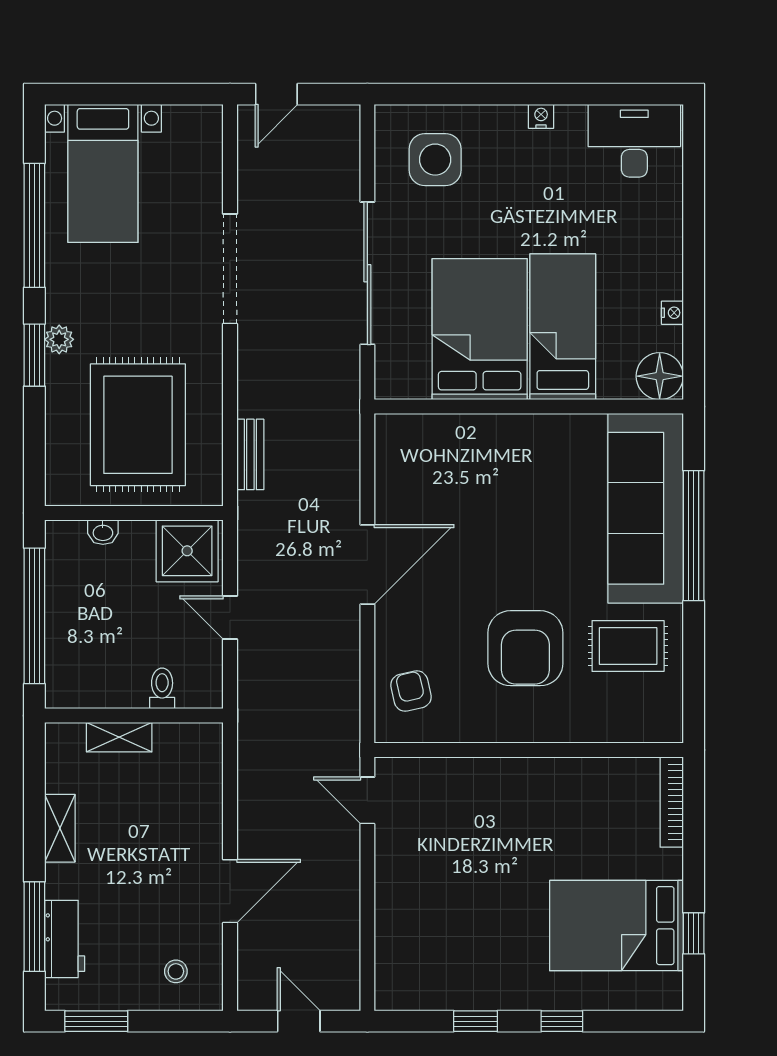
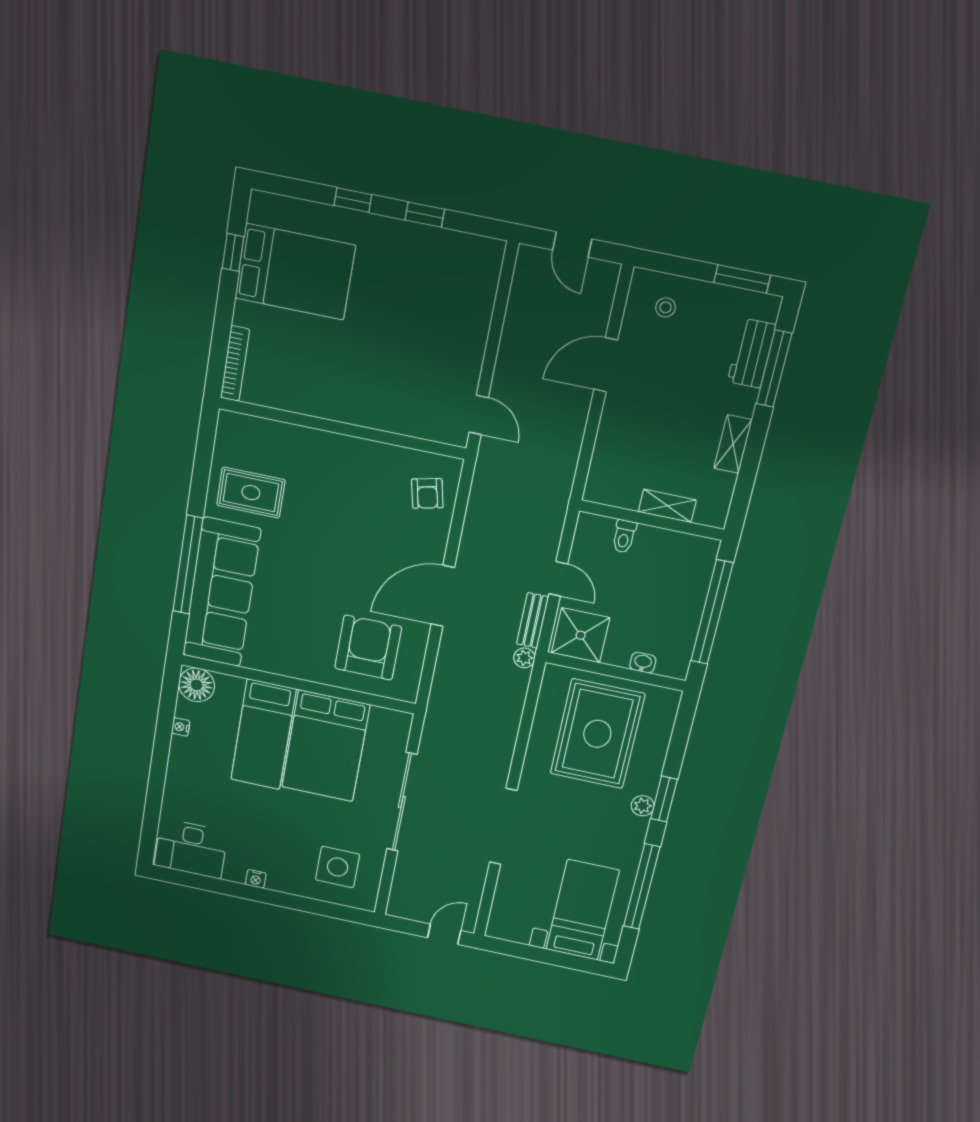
bench: (250, 454) -> (532, 620), moved
plant: (250, 506) -> (524, 658), added
armchair: (525, 648) -> (368, 648), moved

